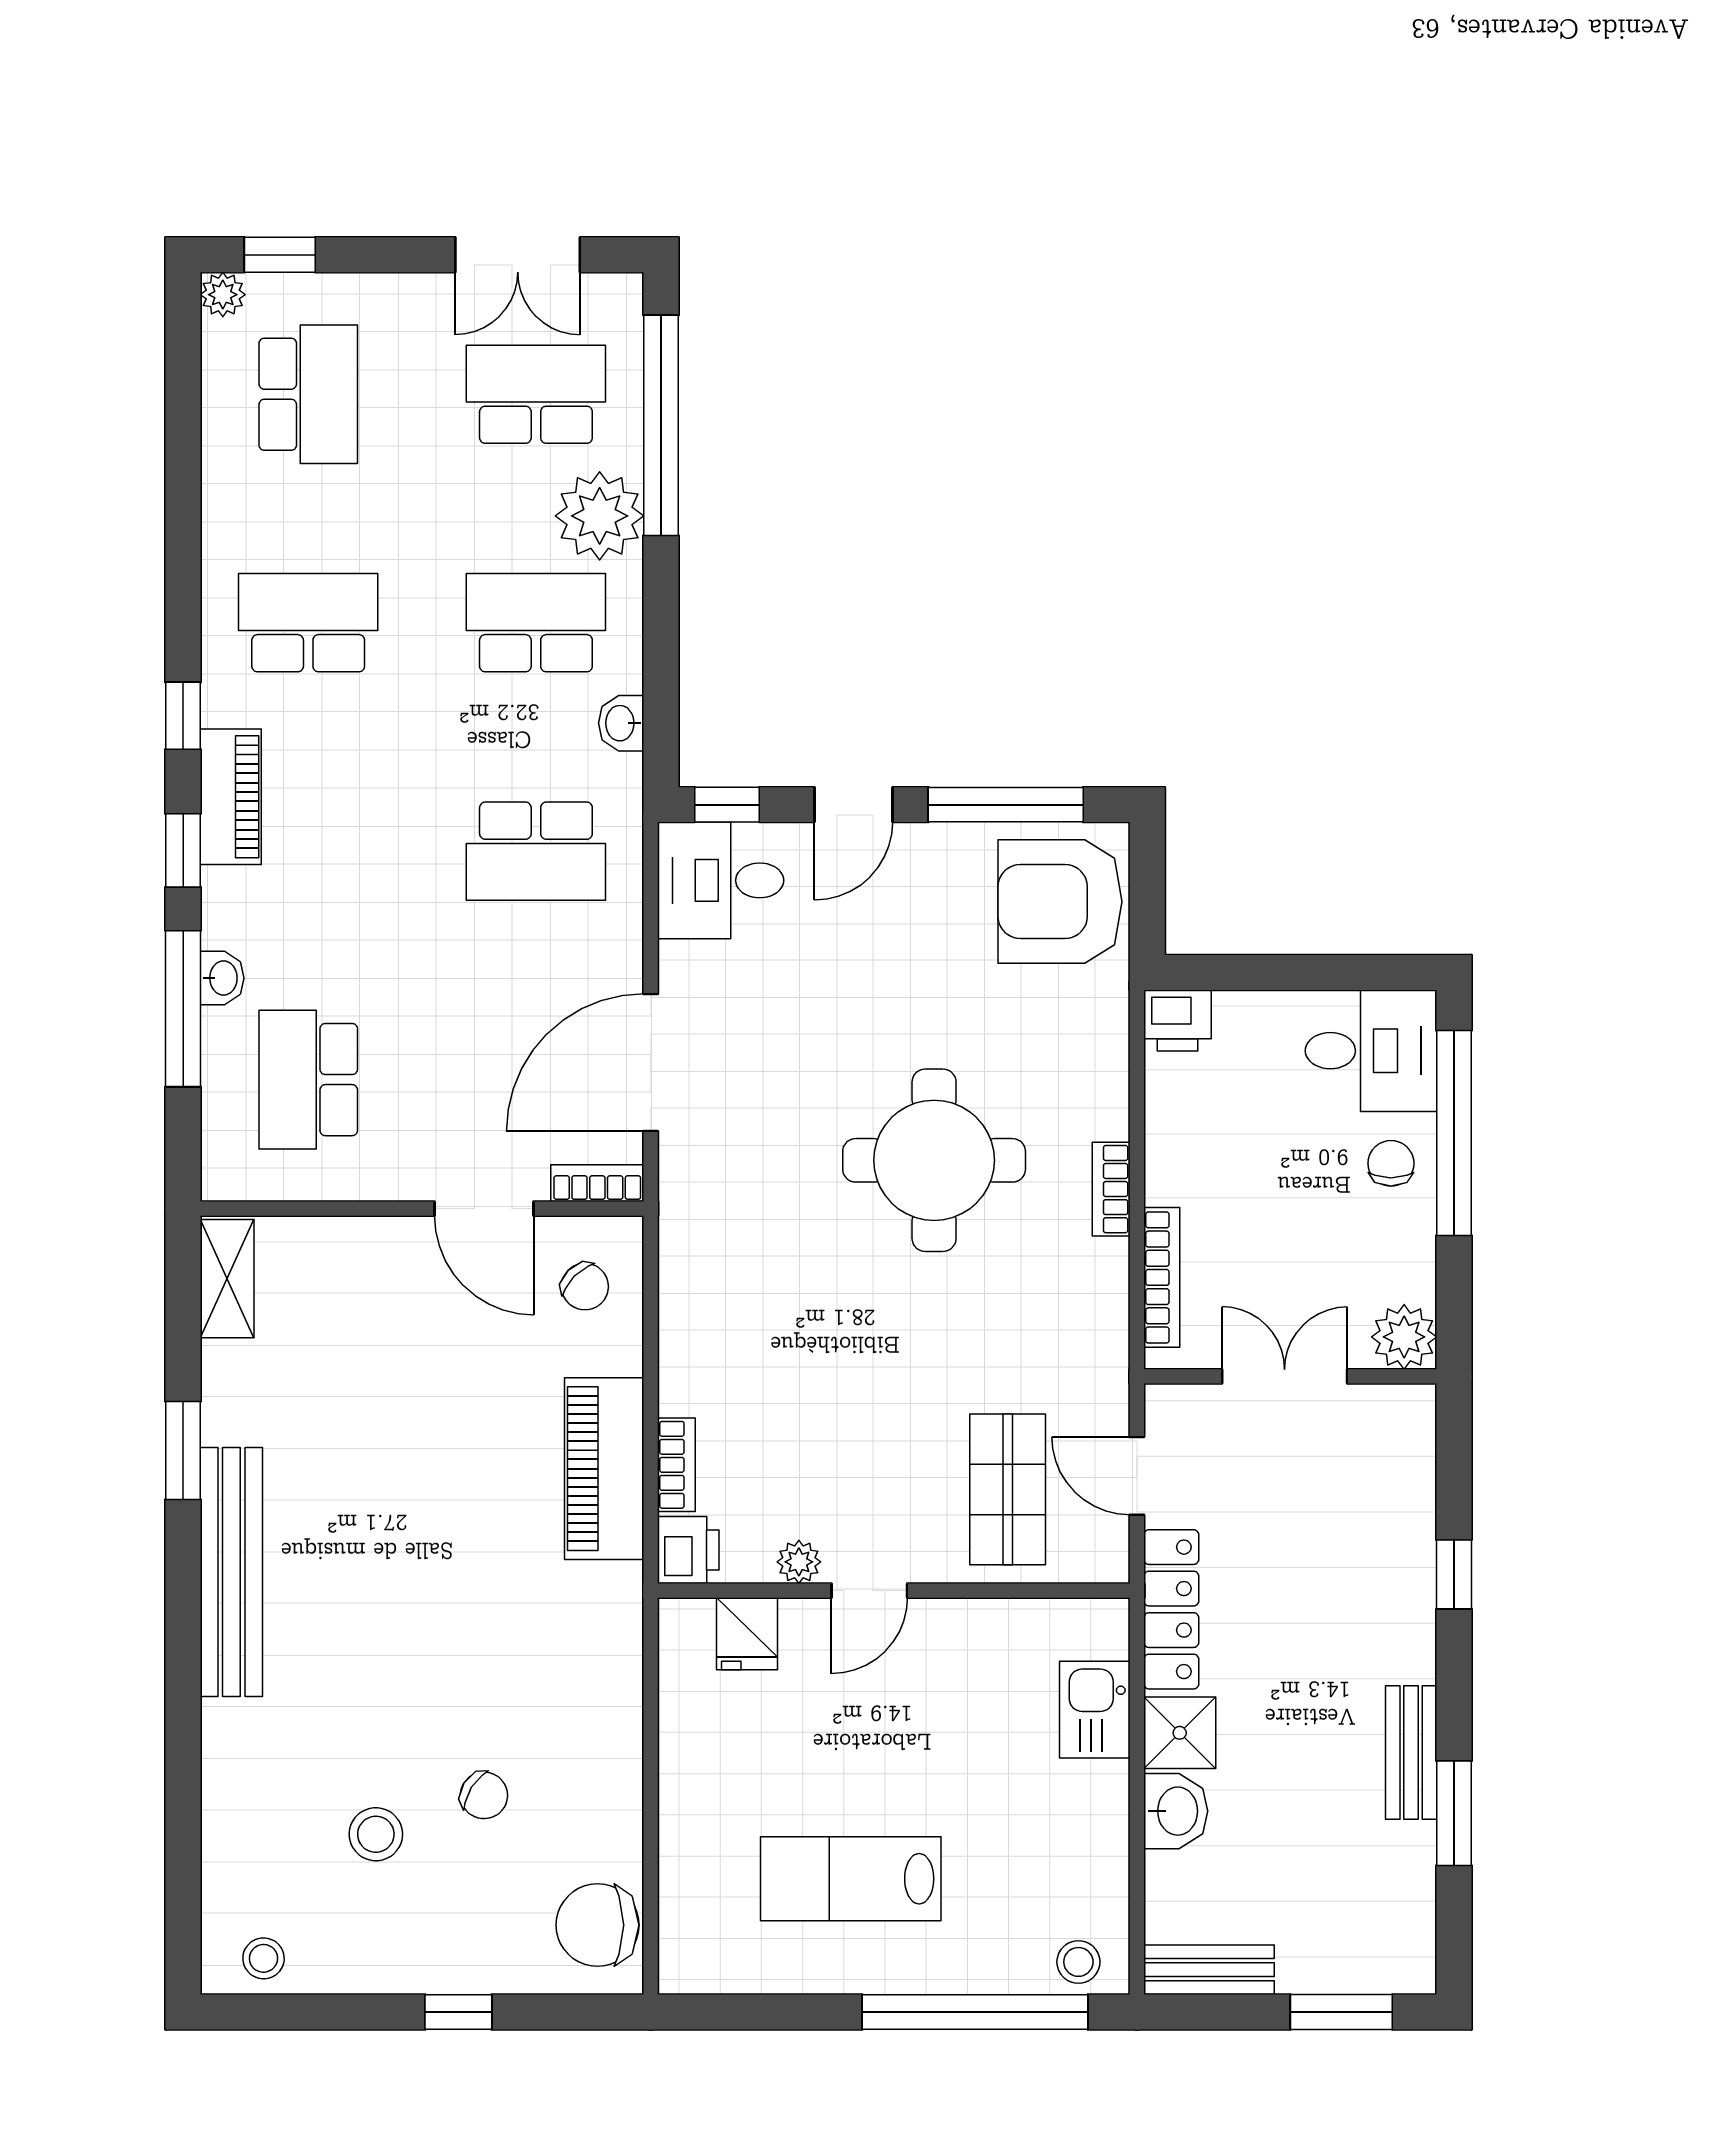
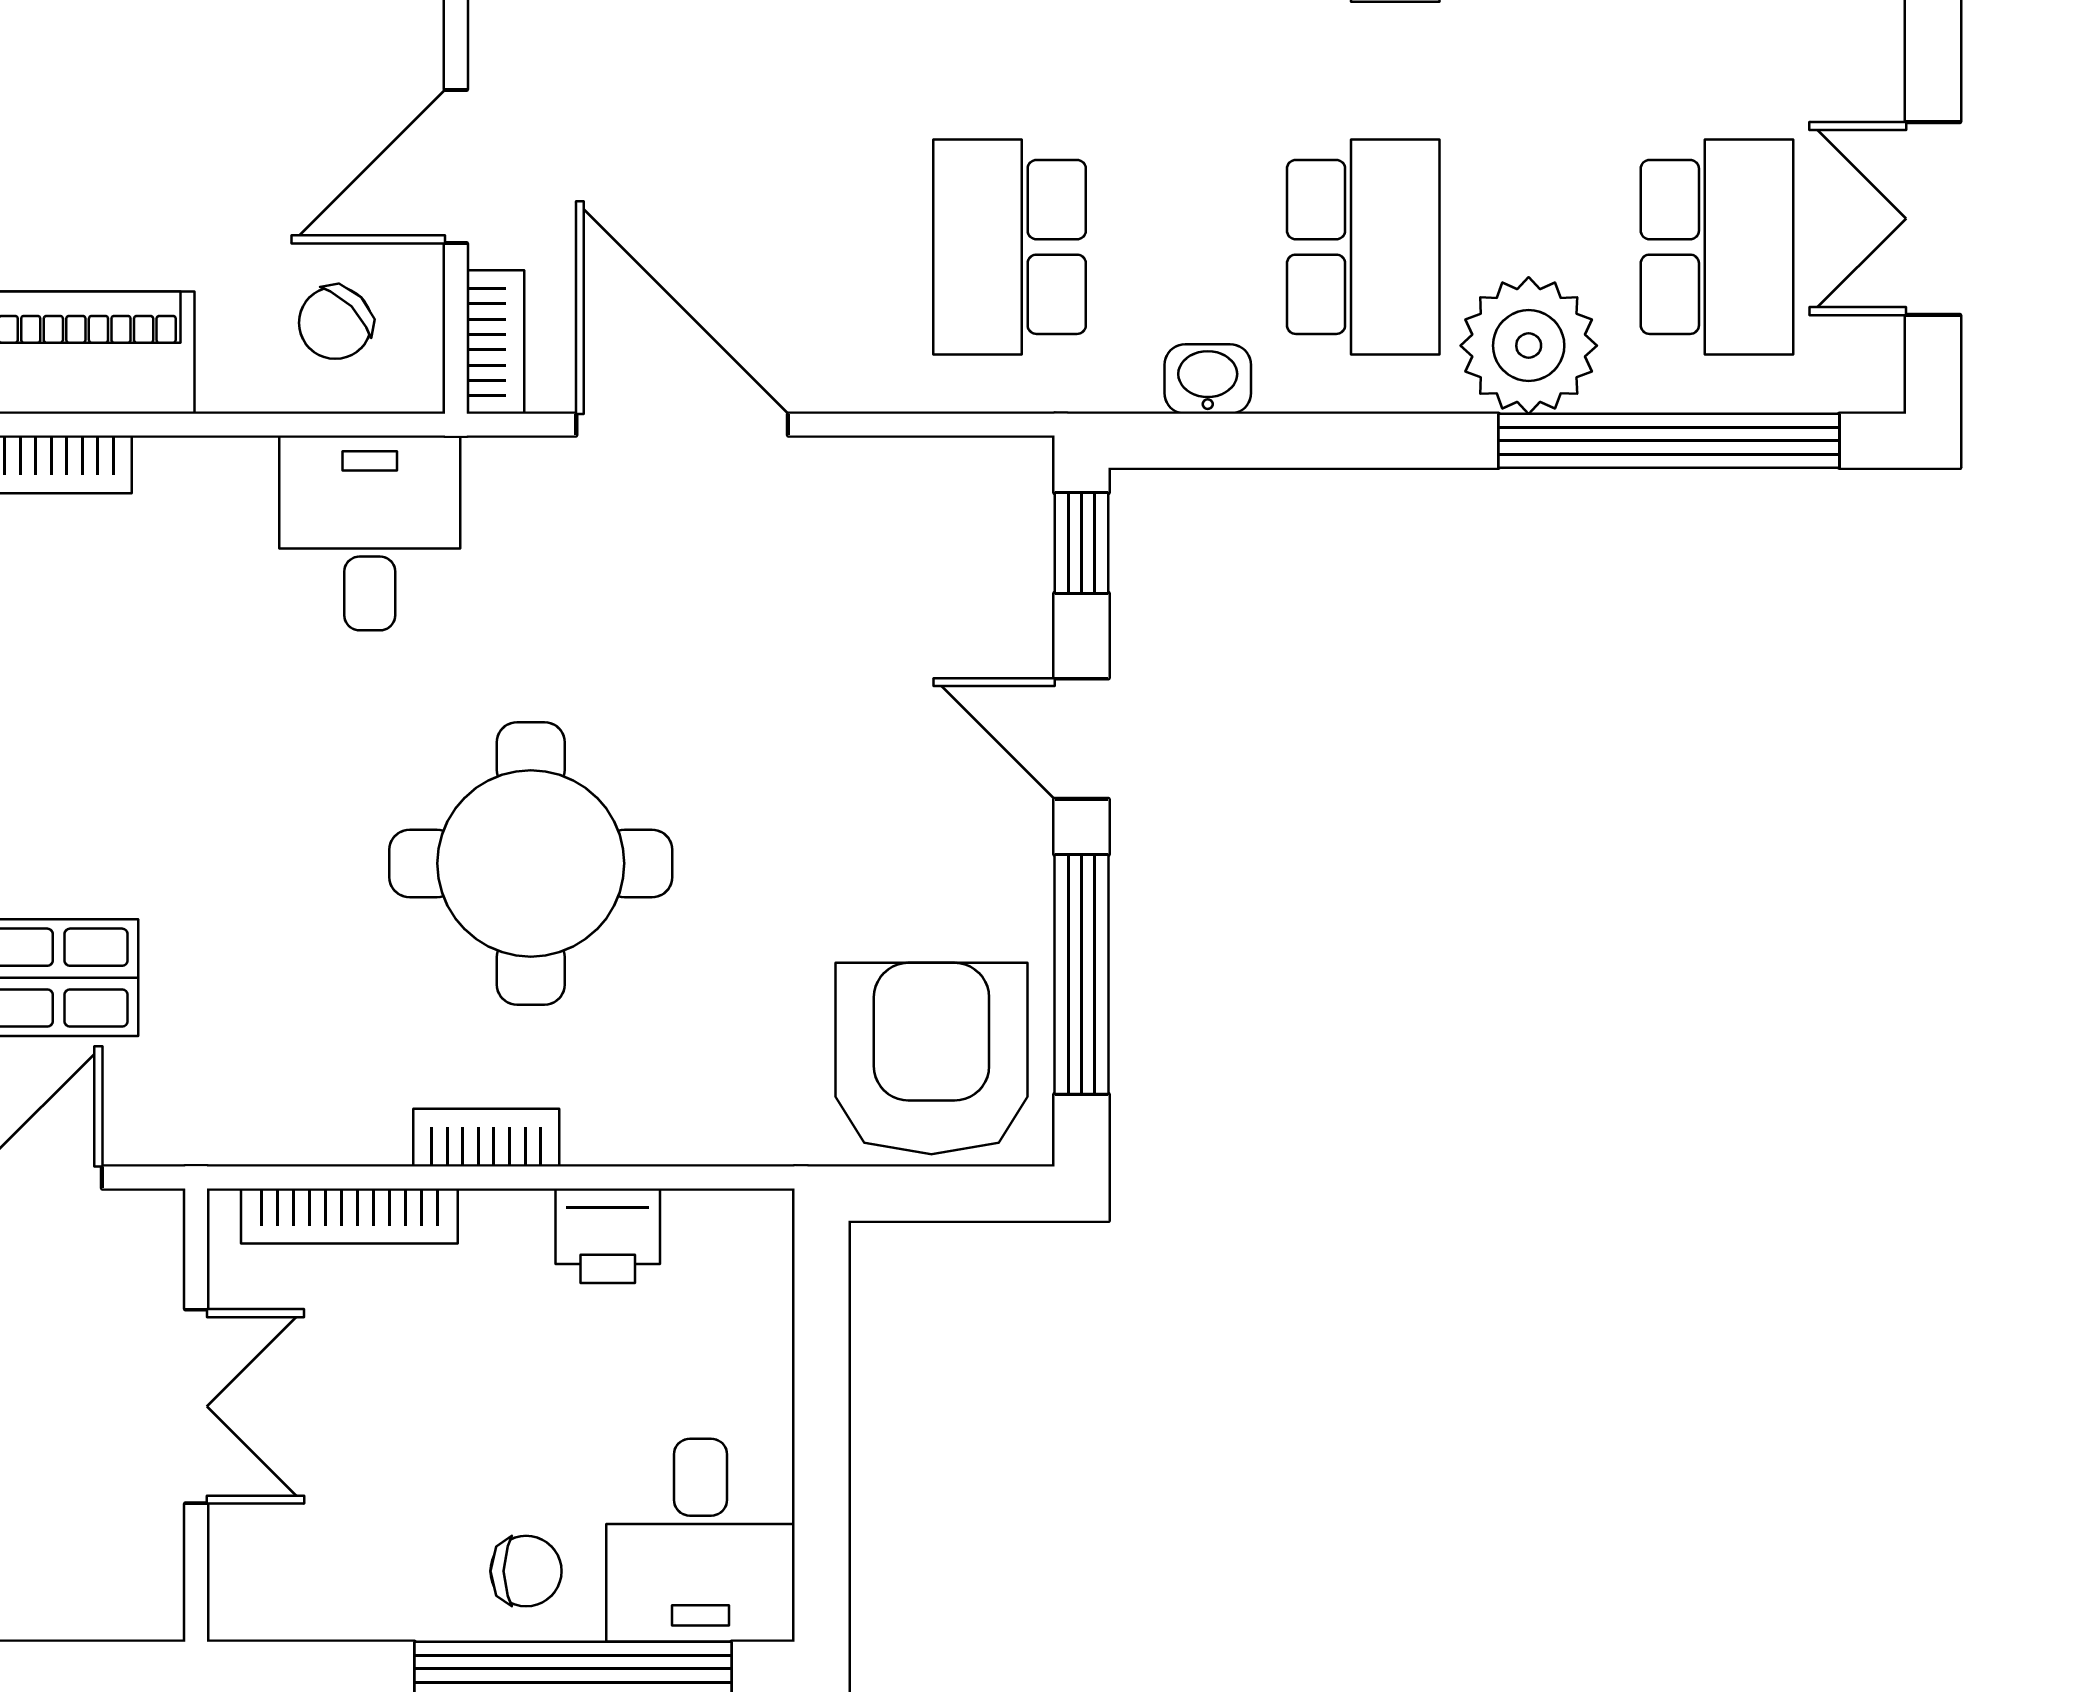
desk: (721, 880) -> (370, 533), moved
printer: (1177, 1020) -> (608, 1236), moved, turned -90
plant: (1404, 1337) -> (257, 1591), removed

